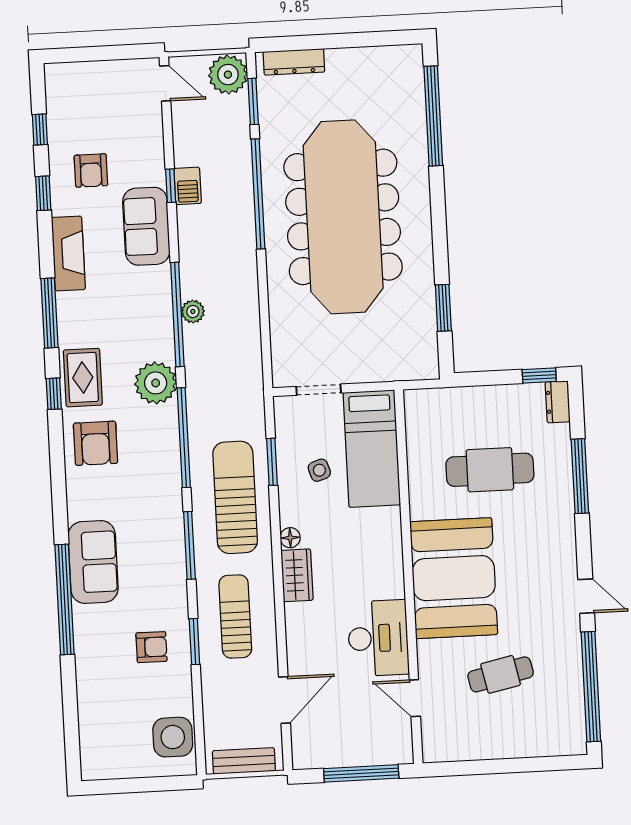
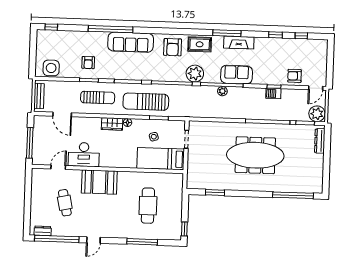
armchair: (91, 170) -> (295, 76), moved
meeting table: (343, 217) -> (255, 155), width x0.73, depth x0.79
sofa: (146, 226) -> (237, 75), moved
fireplace: (68, 253) -> (239, 42), moved
window: (54, 394) -> (51, 27), moved
dresser: (558, 402) -> (43, 231), moved
armchair: (96, 443) -> (173, 47), turned -90
sun lounger: (235, 497) -> (146, 102), turned 180
sofa: (93, 562) -> (131, 42), width x1.36
booth: (454, 578) -> (99, 182), width x0.73, depth x0.70

